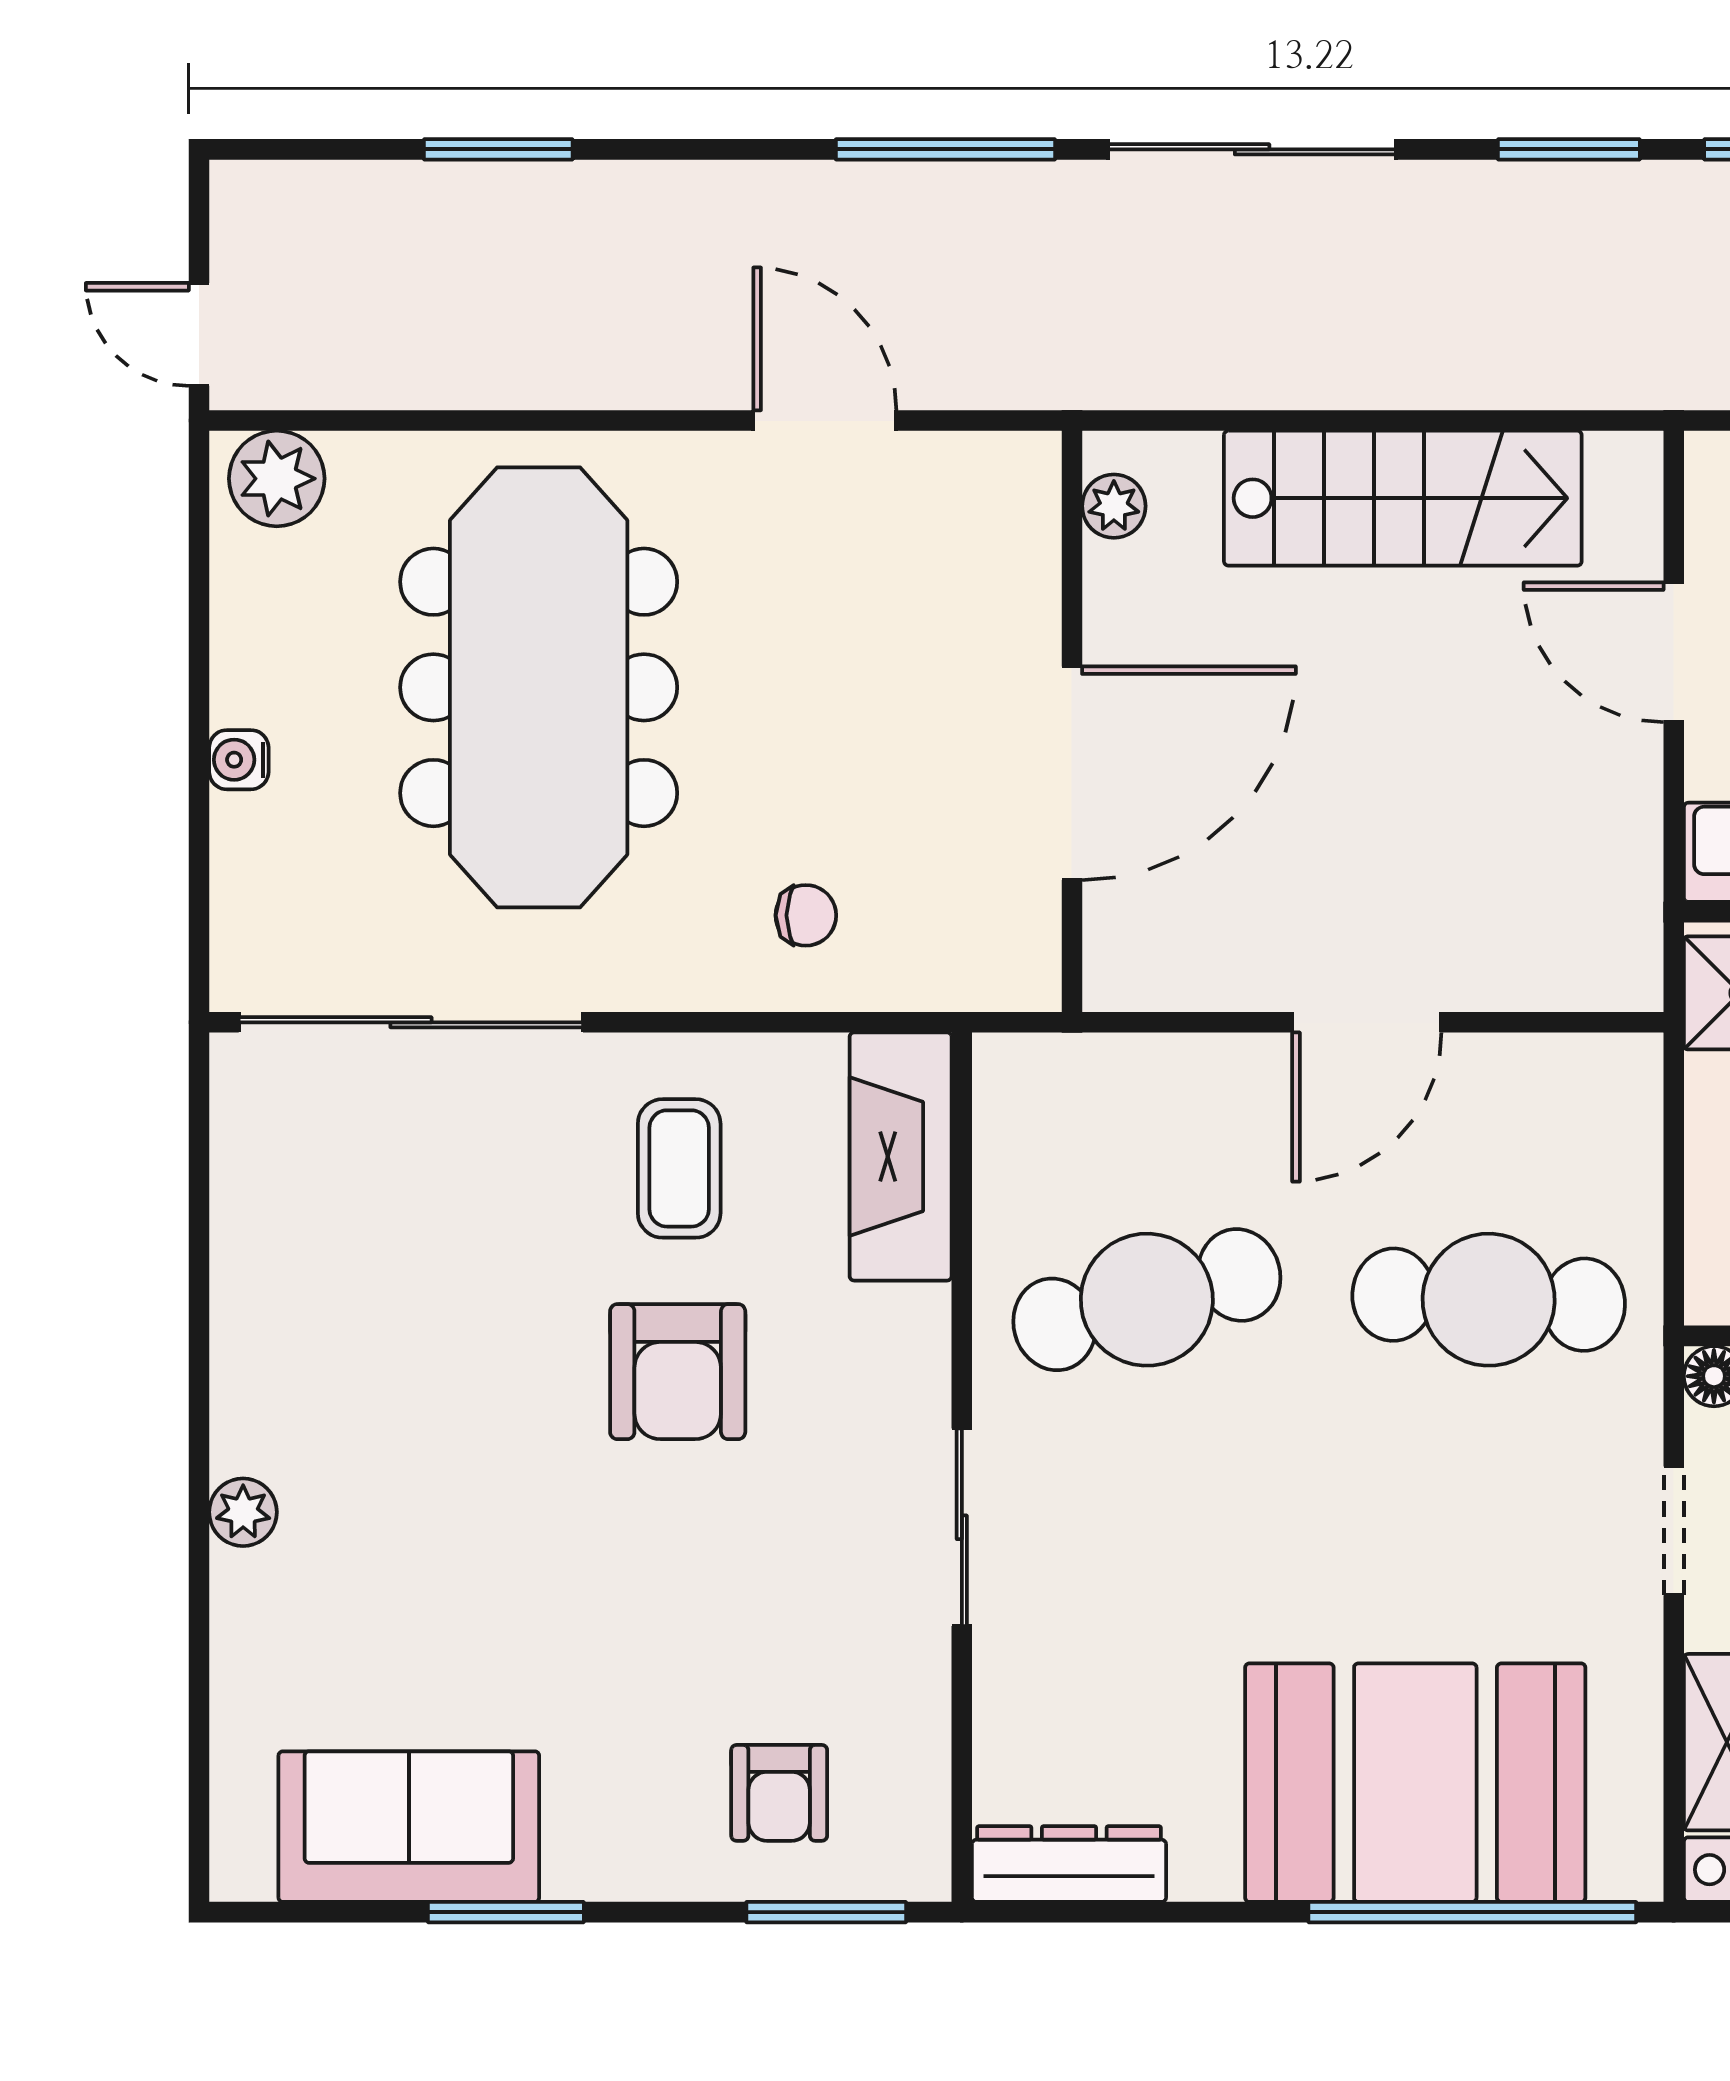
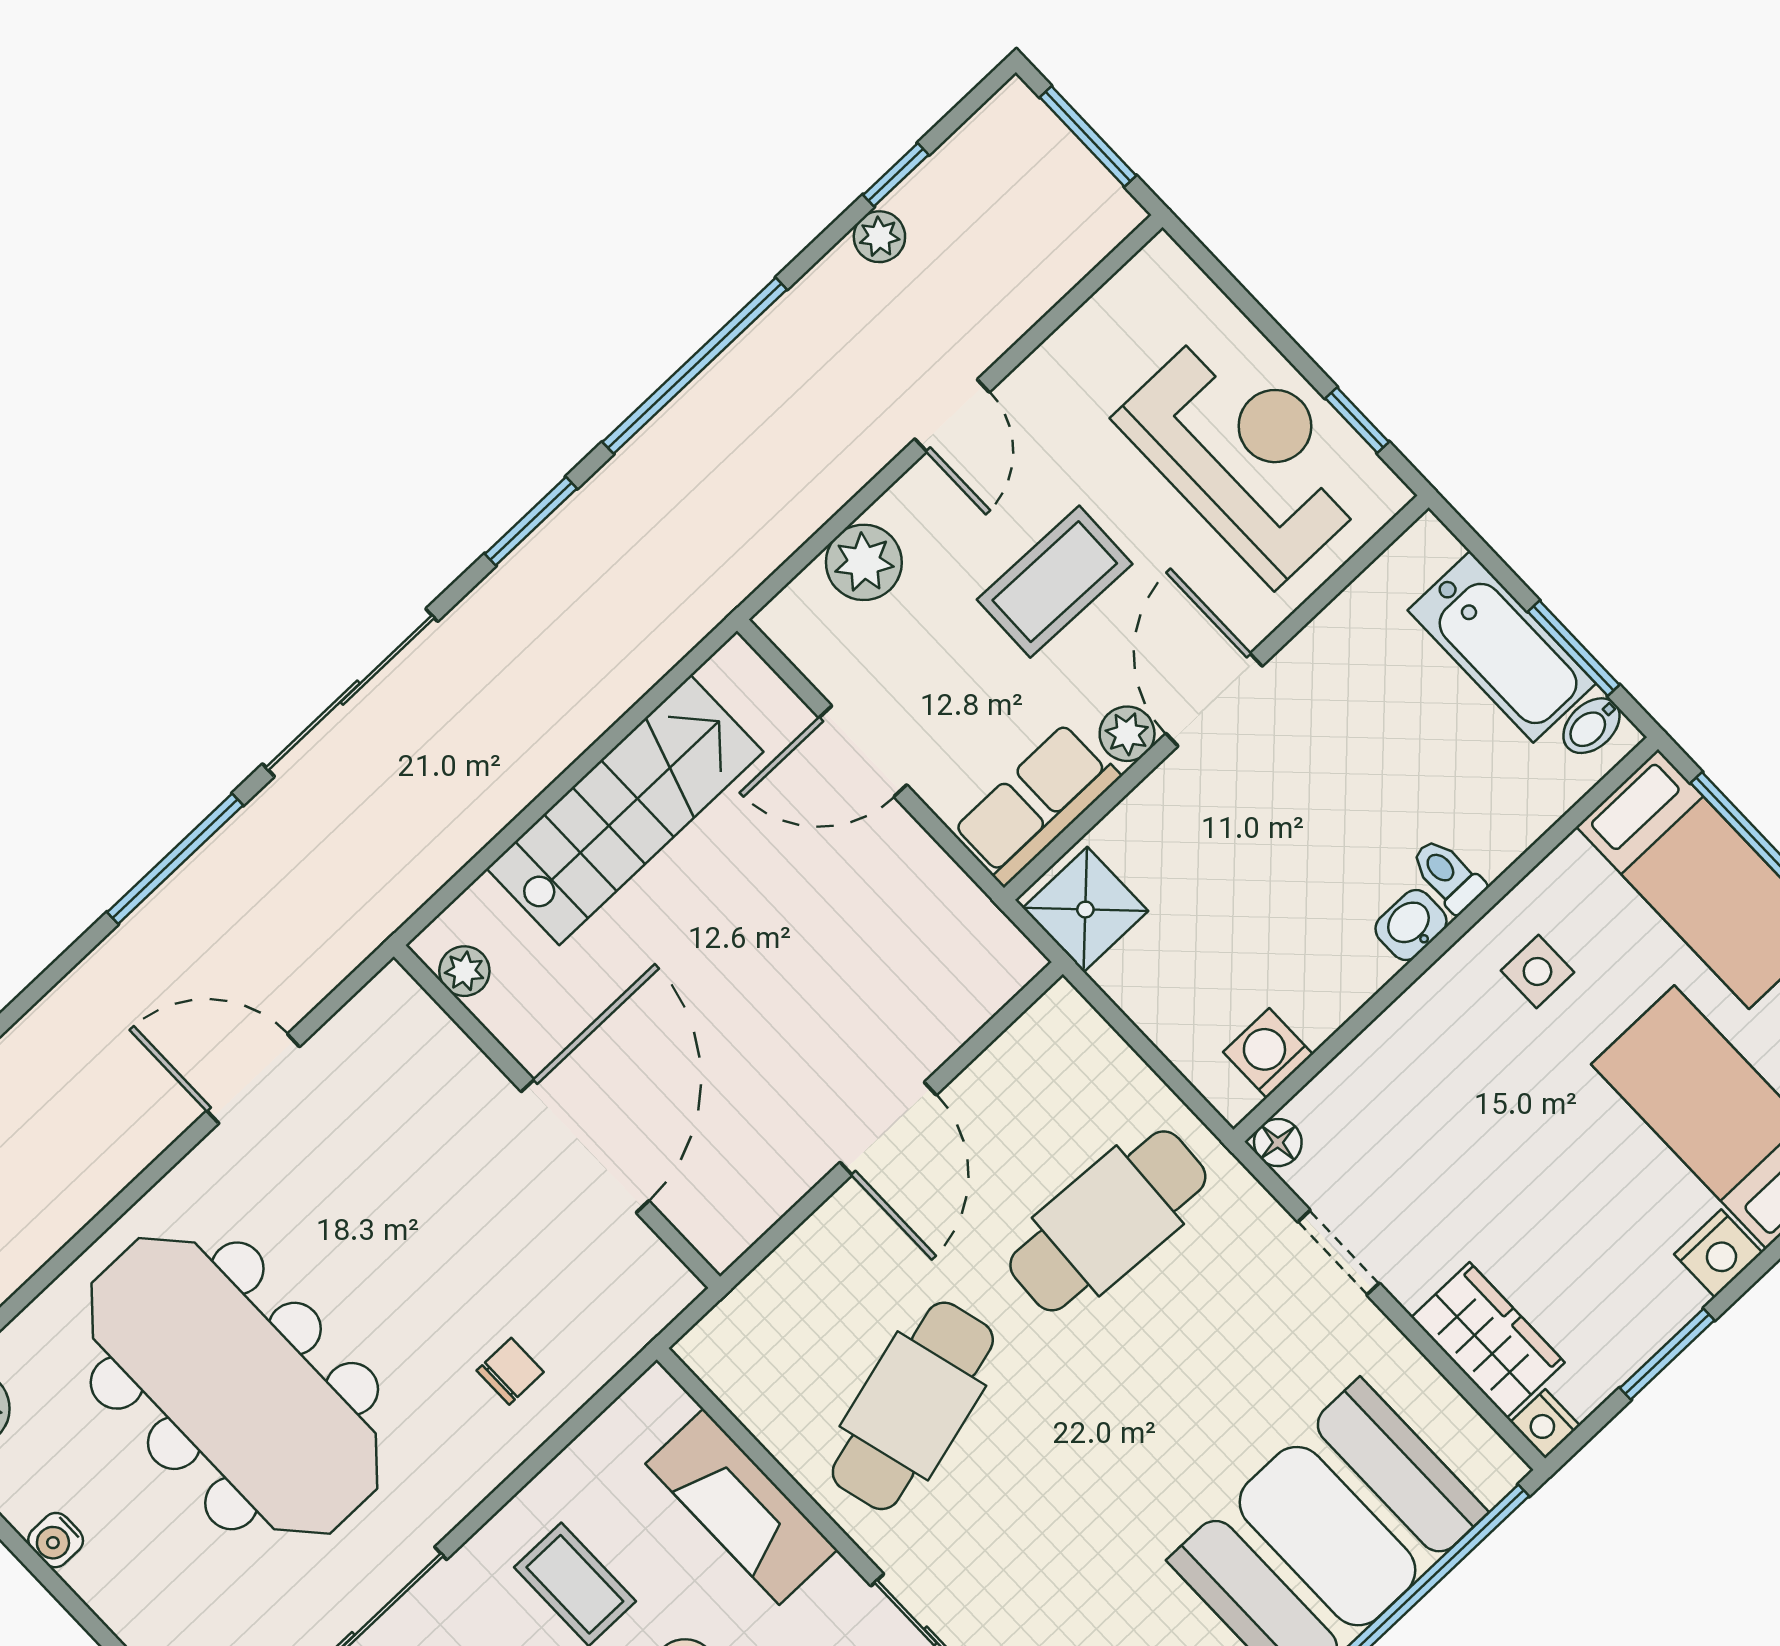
water cooler: (239, 760) -> (56, 1540), moved
fireplace: (901, 1156) -> (741, 1507), moved

